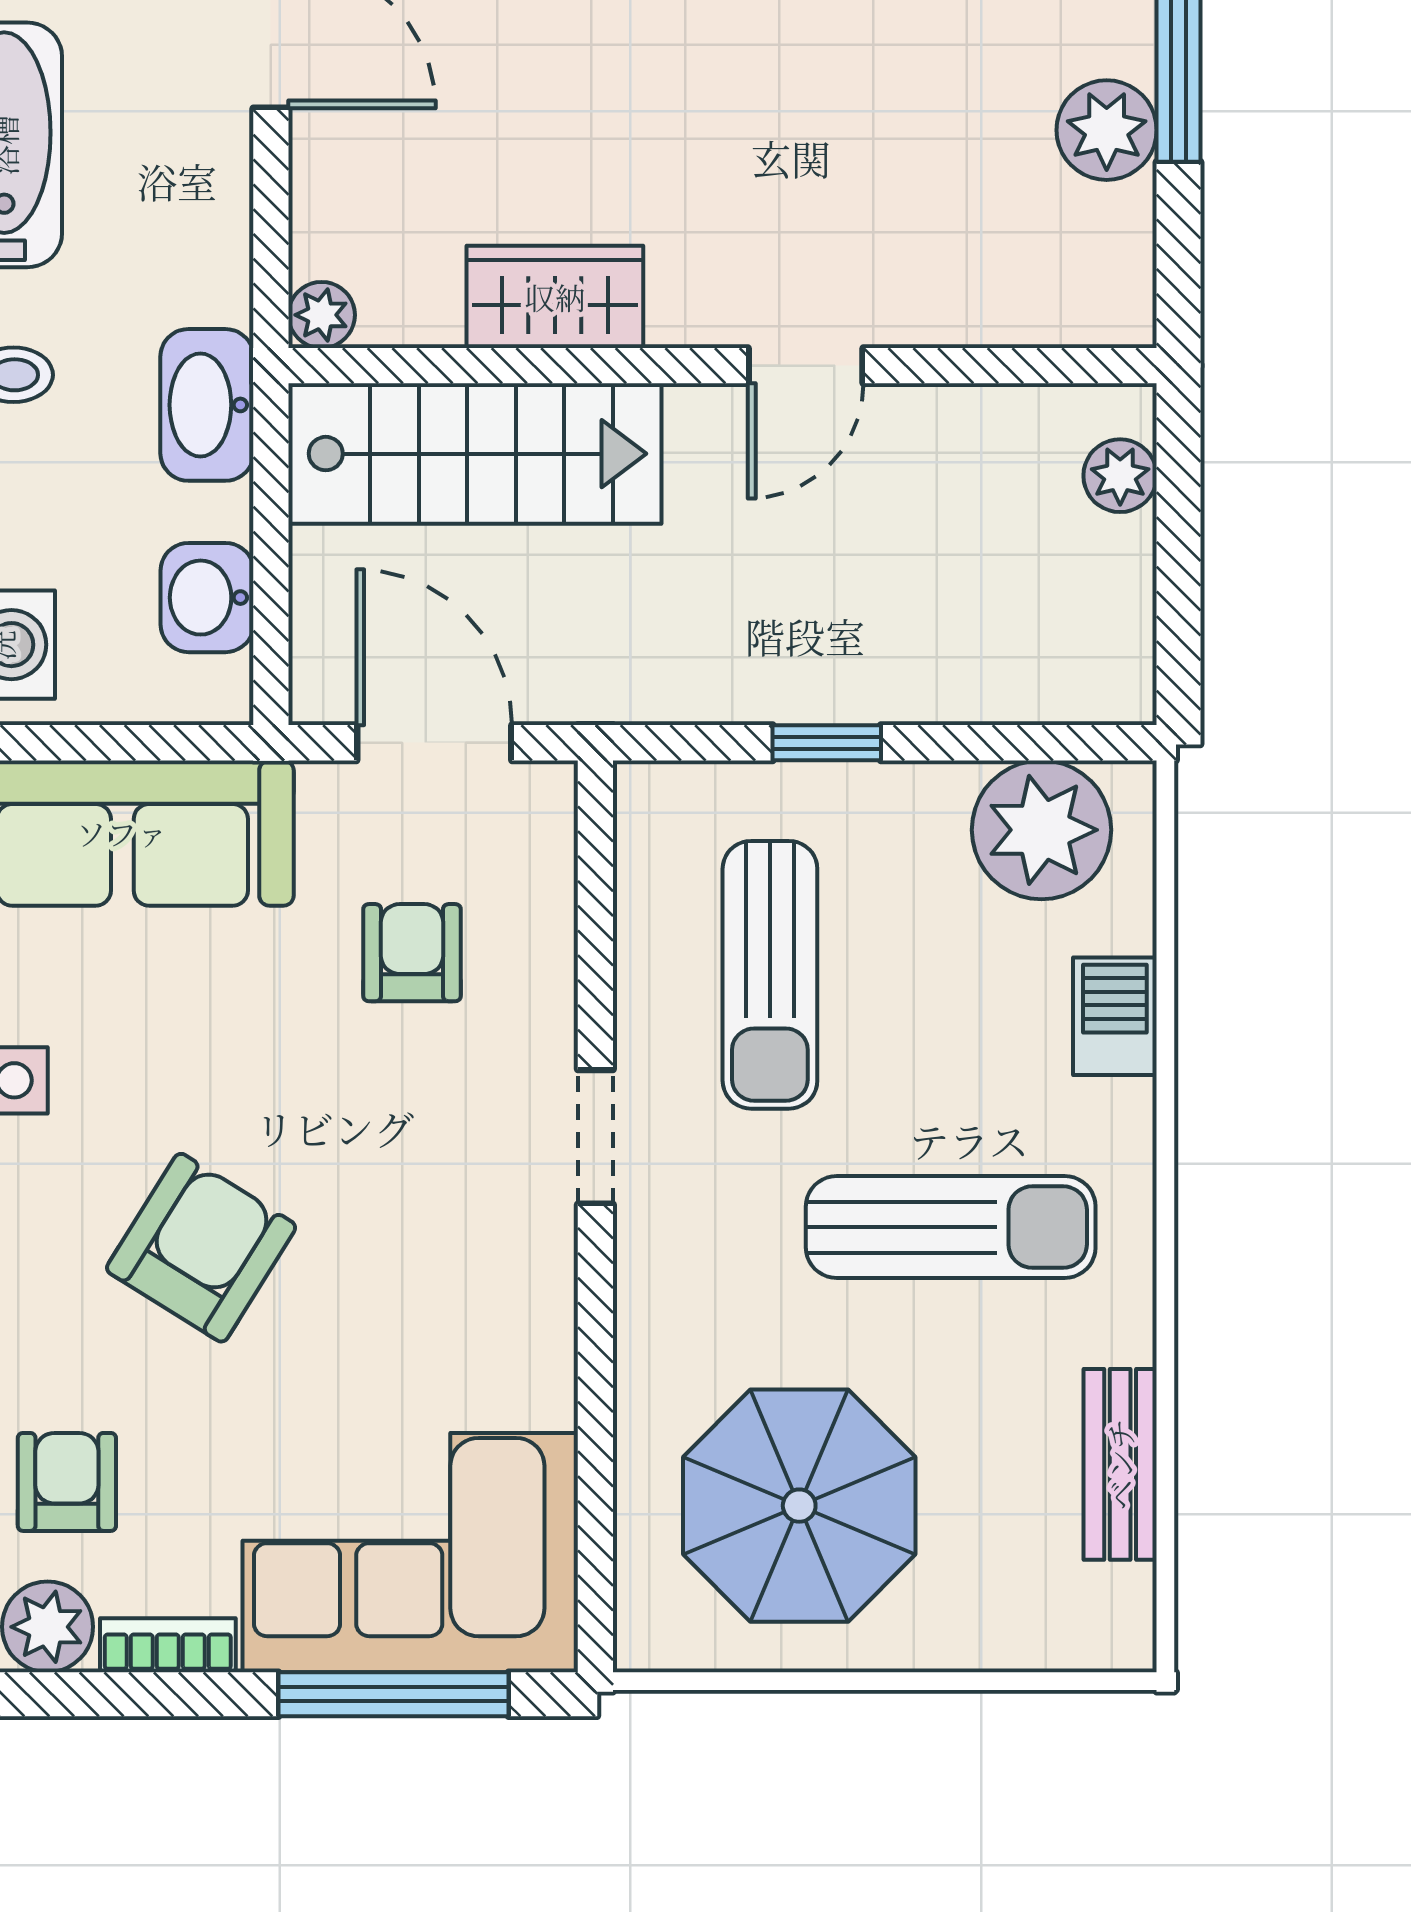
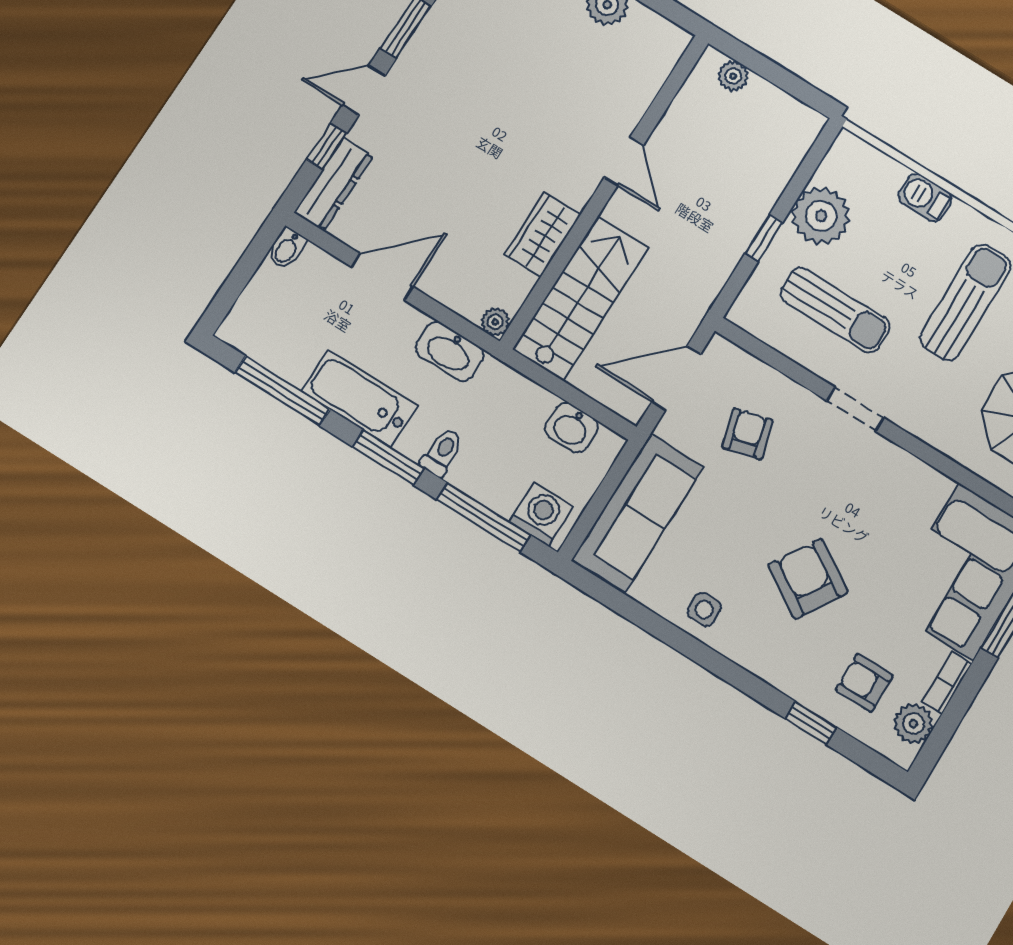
washbasin: (207, 405) -> (450, 351), moved
plant: (1041, 830) -> (821, 216), moved
armchair: (412, 953) -> (747, 434), turned 75

